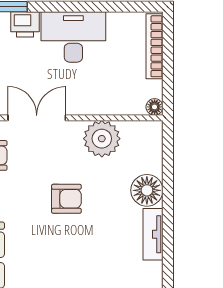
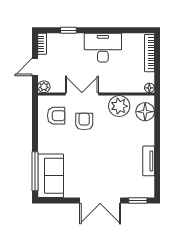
printer: (25, 24) -> (75, 40), removed
floor lamp: (147, 190) -> (145, 112), moved
armchair: (66, 199) -> (84, 121), moved, turned -90

